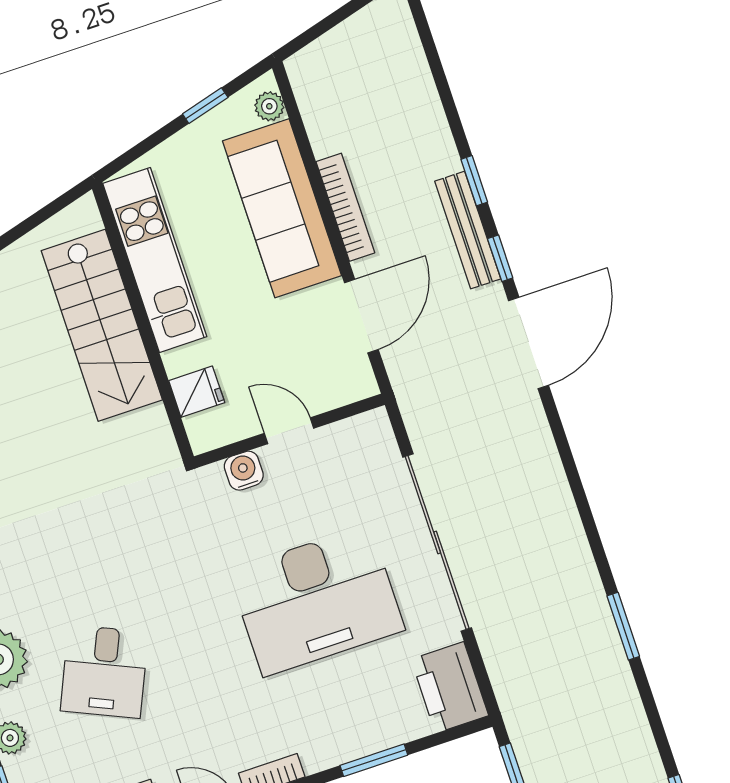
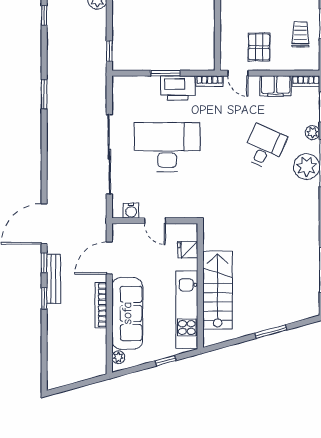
window: (205, 106) -> (165, 361), moved
water cooler: (244, 471) -> (131, 211), moved
printer: (450, 687) -> (178, 88), moved, turned 90

